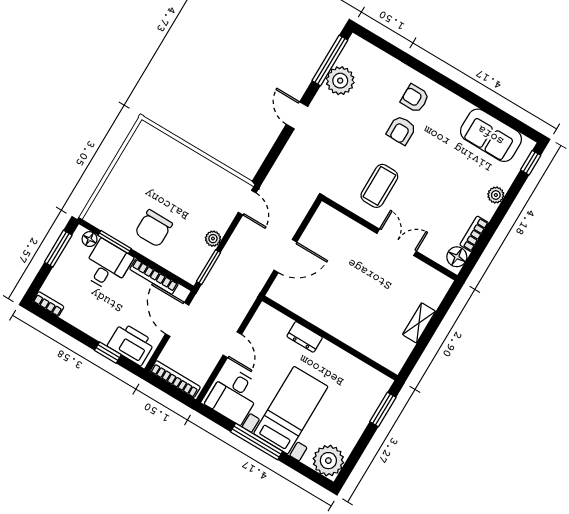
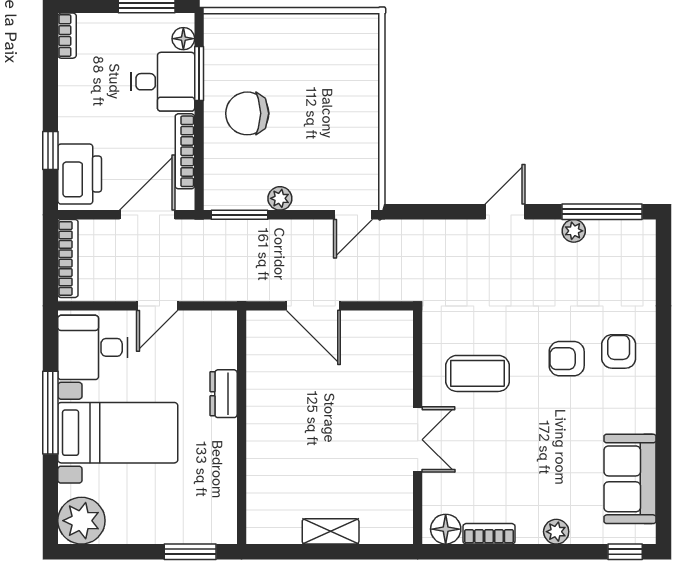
plant: (340, 81) -> (574, 231), width x0.53, depth x0.53

